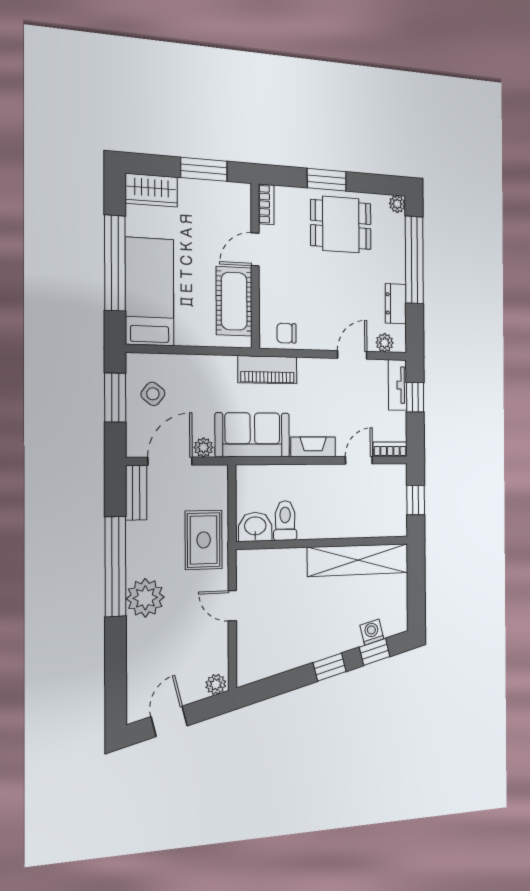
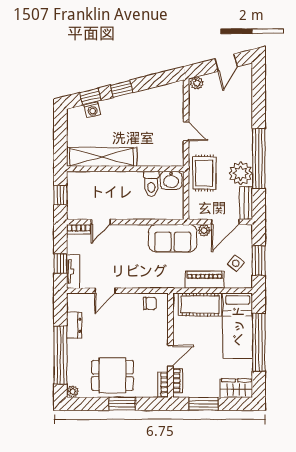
bookcase: (244, 209) -> (178, 381), added
cot: (234, 301) -> (200, 304), moved, turned 90
plant: (385, 343) -> (82, 299), removed
piano: (267, 370) -> (205, 280), moved
fireplace: (313, 447) -> (132, 231), removed
plant: (145, 598) -> (241, 173), moved

